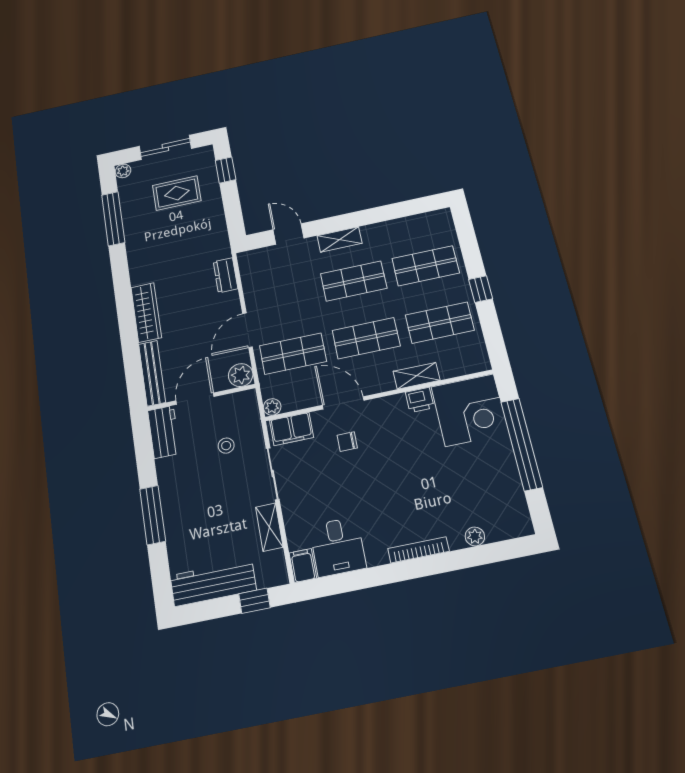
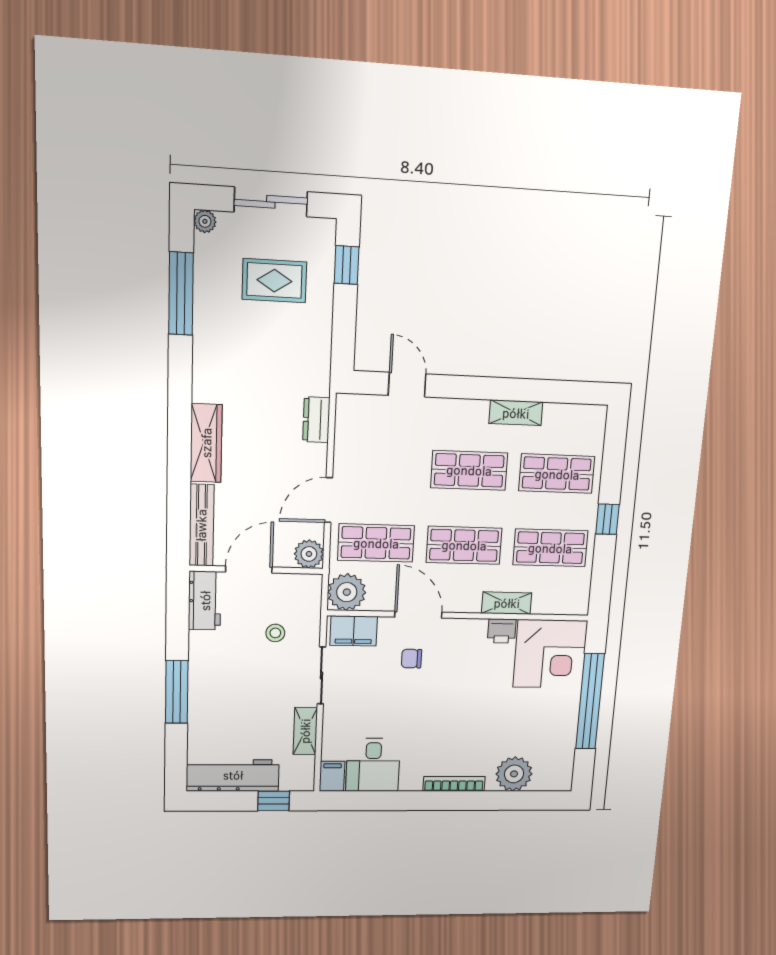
shelving: (340, 240) -> (516, 413), moved
plant: (272, 407) -> (347, 592), width x1.87, depth x1.87
plant: (475, 536) -> (514, 774), width x1.88, depth x1.88

